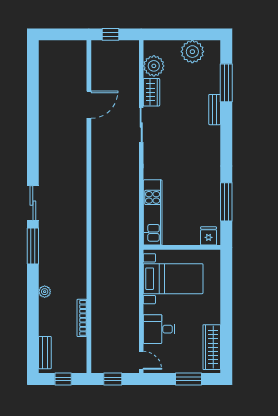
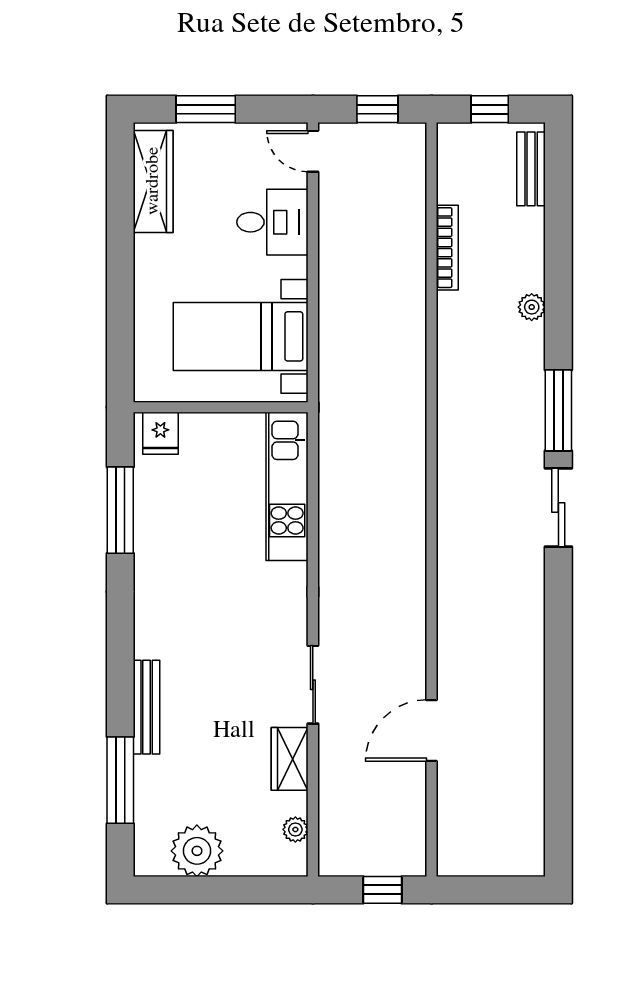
plant: (154, 66) -> (295, 829), width x0.53, depth x0.53
bench: (215, 110) -> (147, 707), width x1.36

